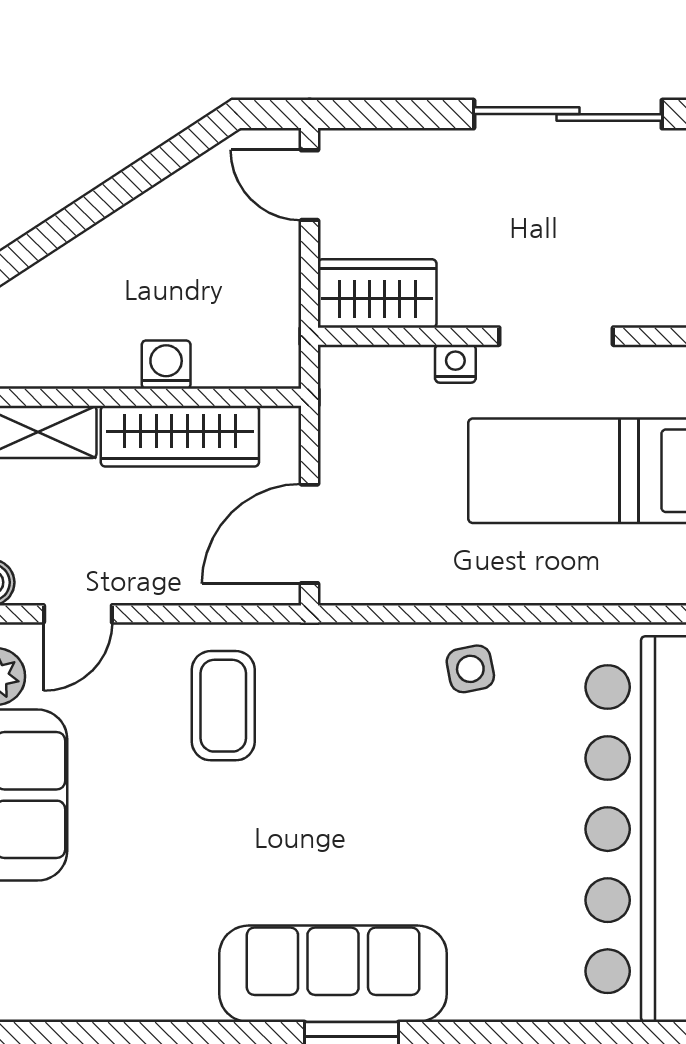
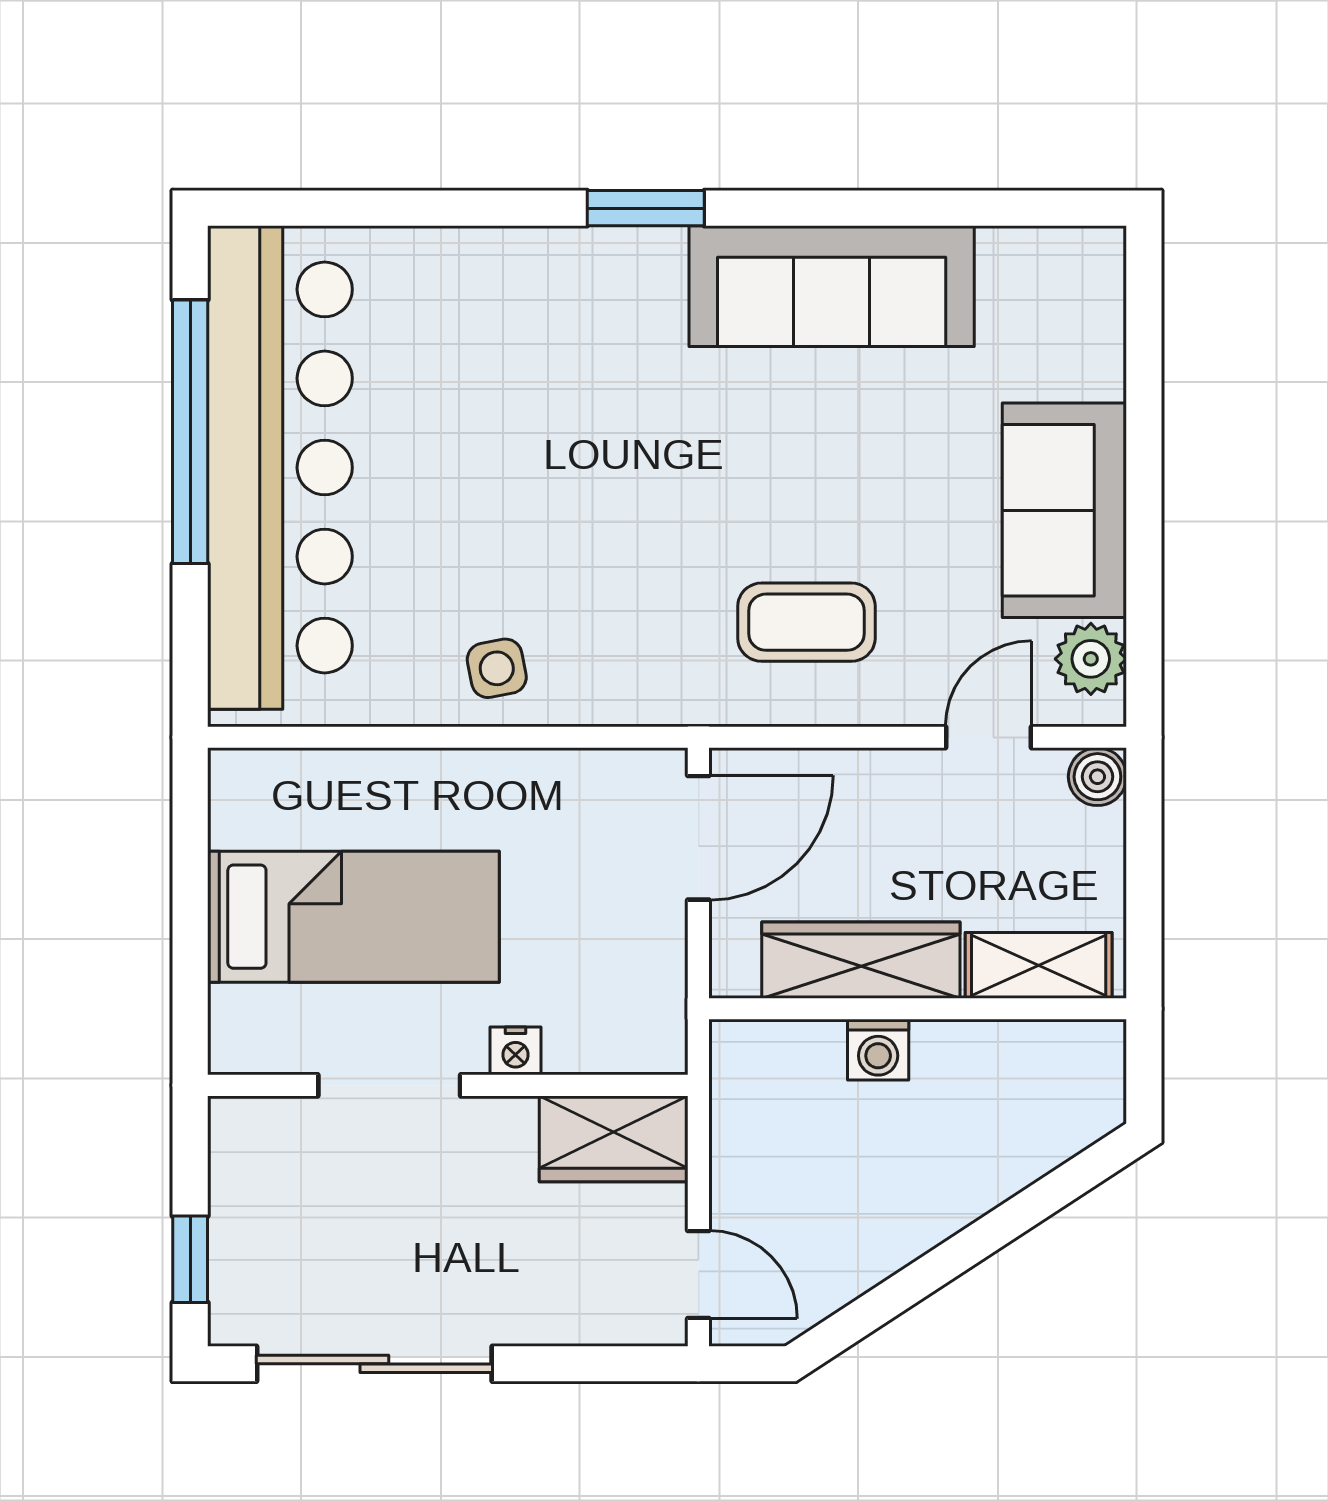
coffee table: (223, 706) -> (806, 622), turned 90
sofa: (333, 974) -> (832, 286), moved

